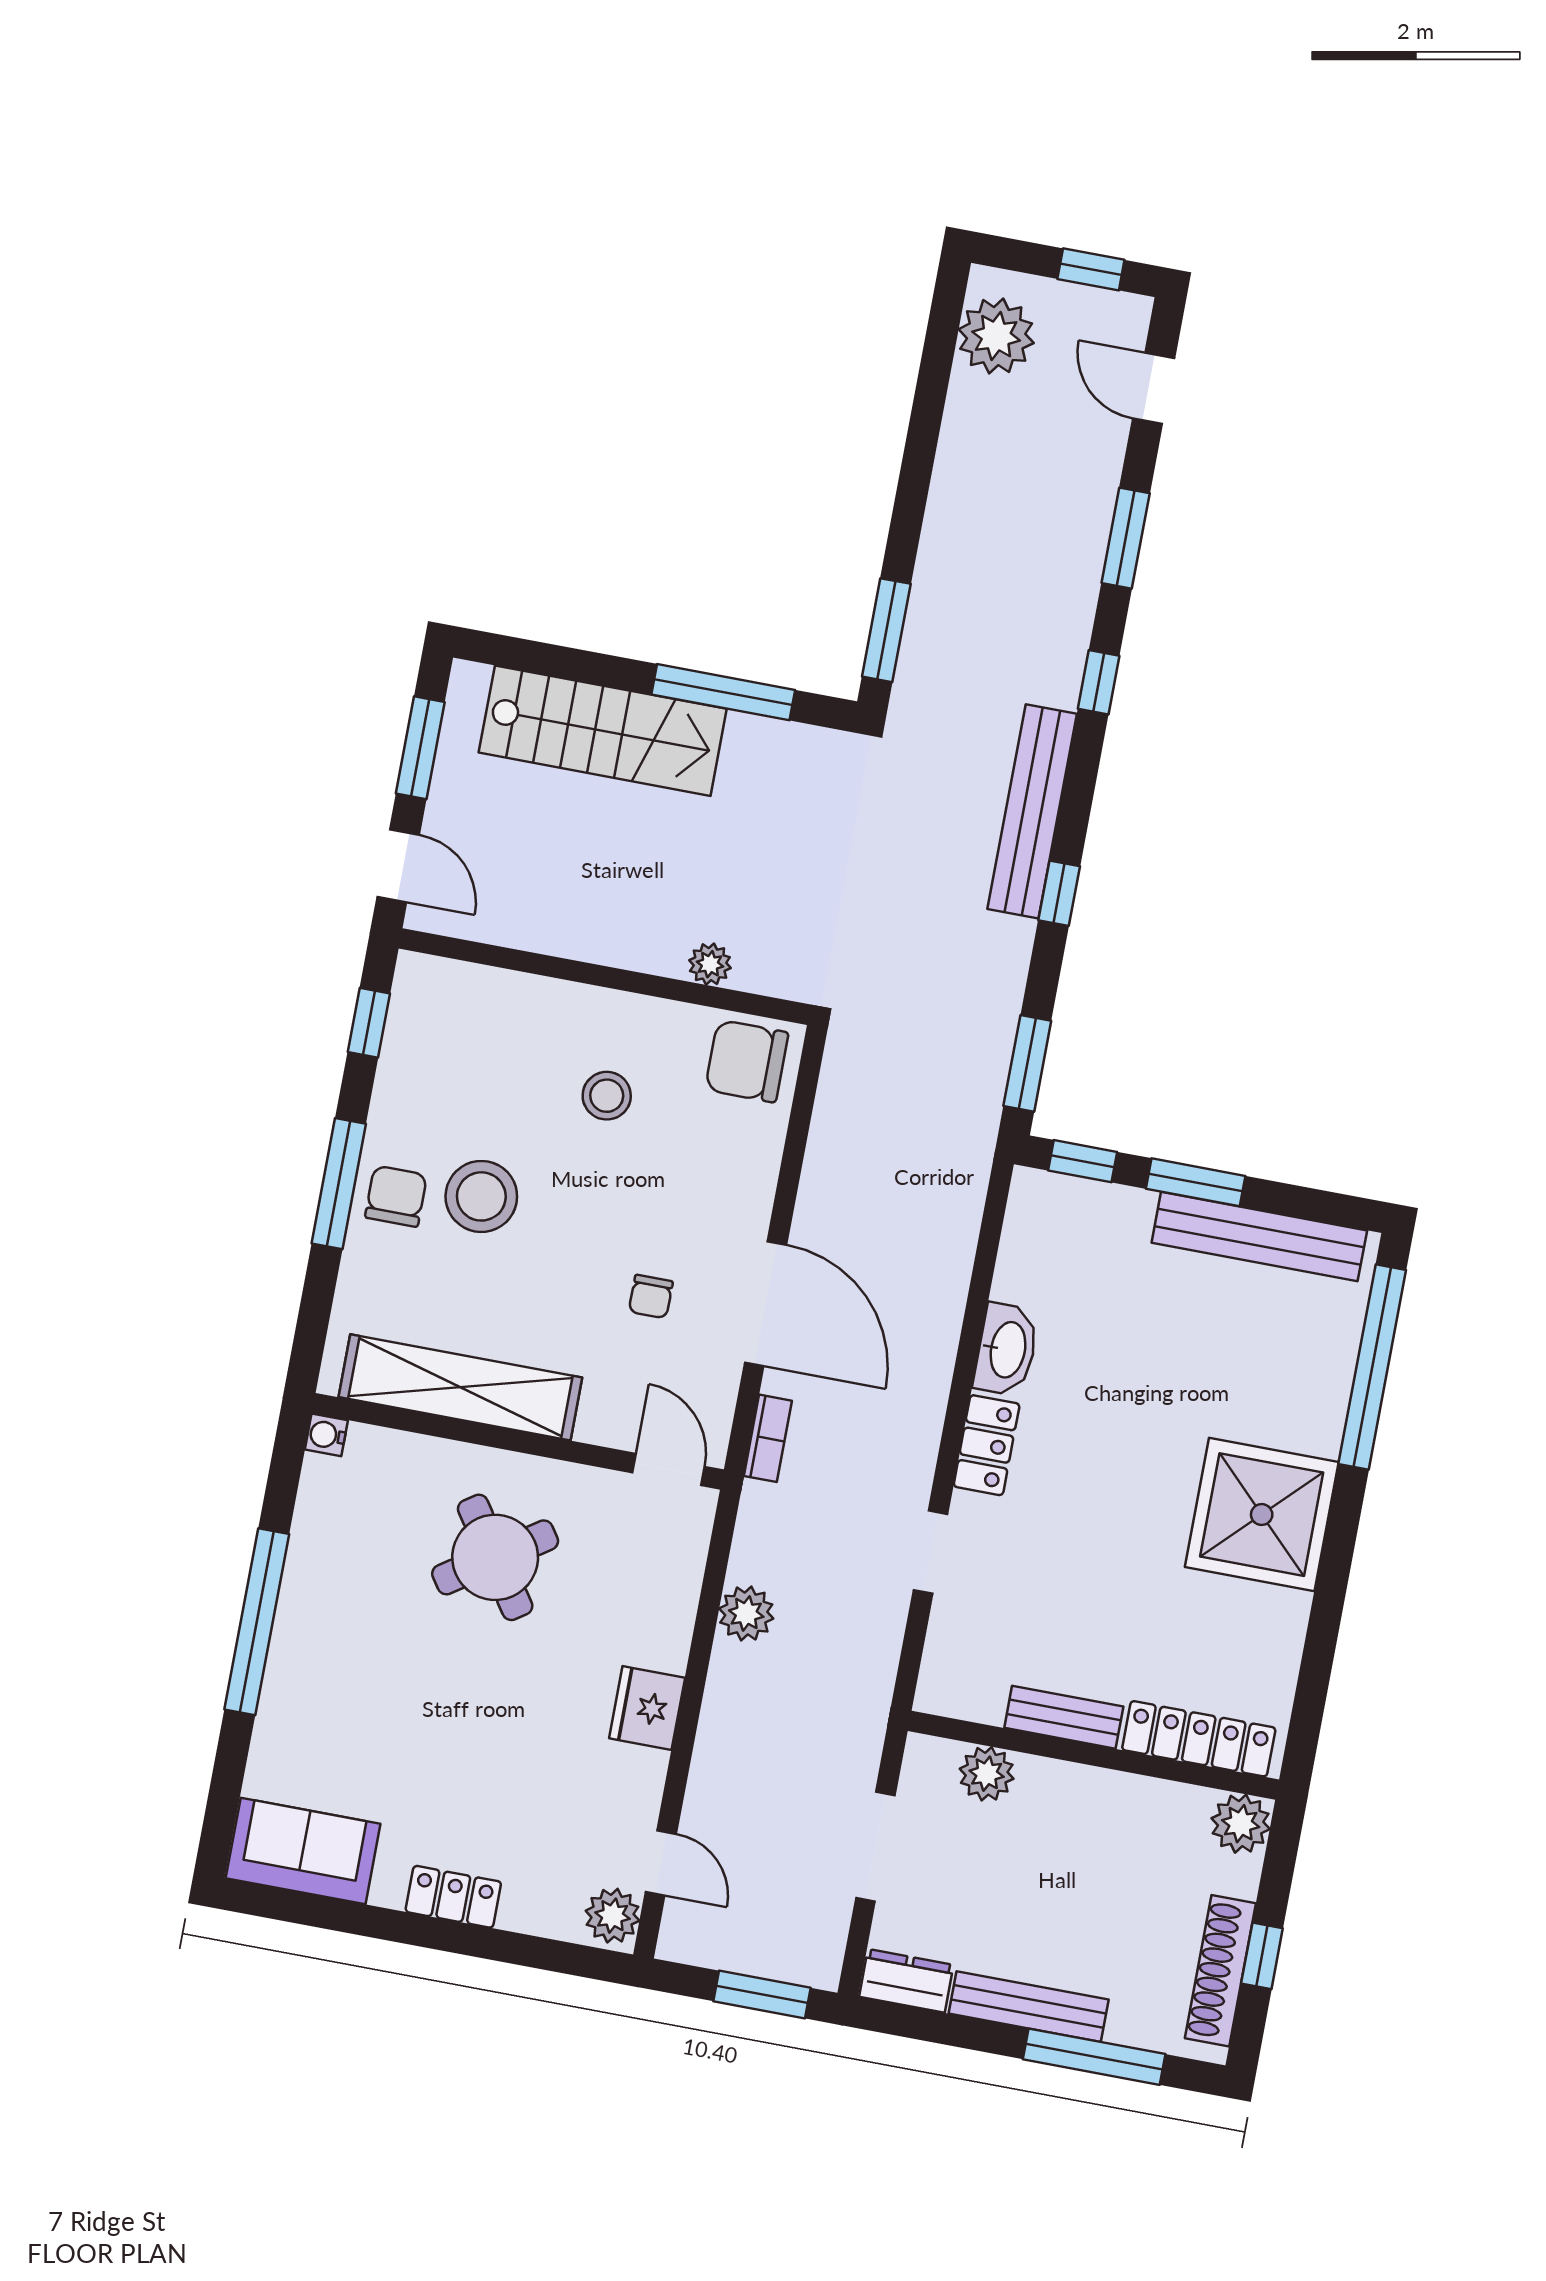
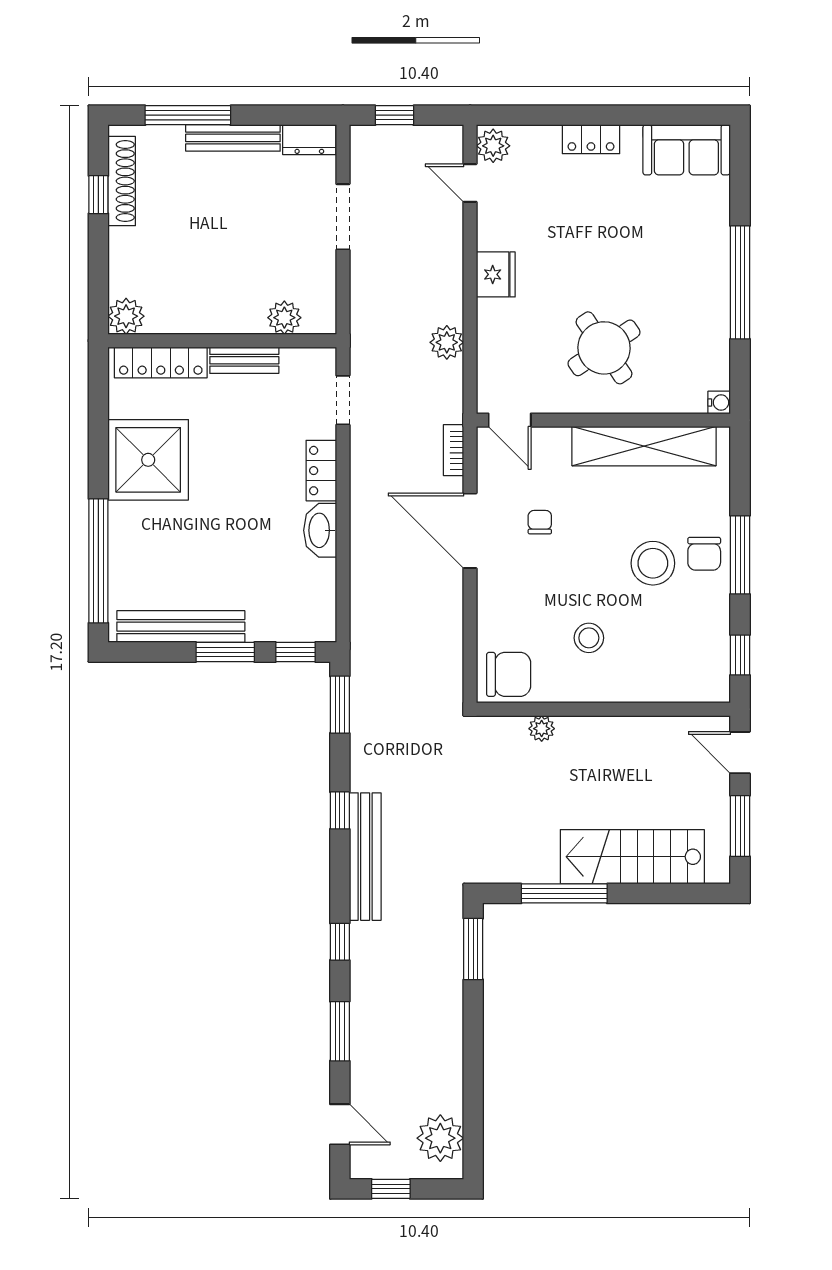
bench: (1064, 1717) -> (244, 360), moved
locker: (1199, 1739) -> (161, 362), moved
wall: (1093, 1755) -> (222, 341), moved
plant: (987, 1774) -> (284, 318), moved
plant: (1241, 1824) -> (126, 316), moved
window: (762, 1995) -> (394, 115), width x0.67

